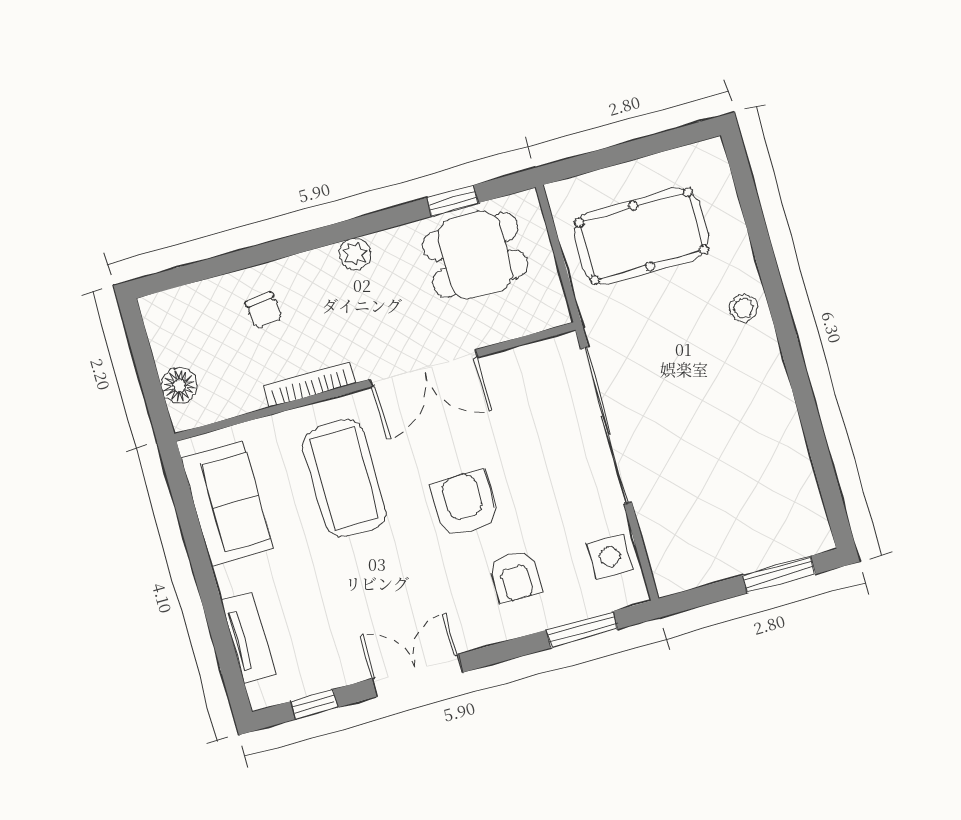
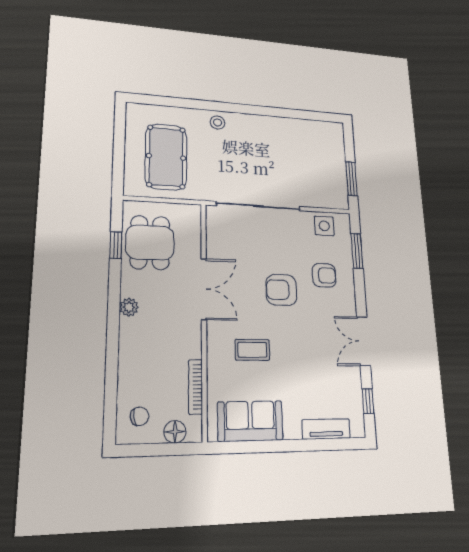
chair: (264, 310) -> (139, 416), moved
bookcase: (309, 384) -> (195, 387), moved
coffee table: (344, 478) -> (252, 350), width x0.54, depth x0.58
window: (779, 575) -> (352, 179), moved

